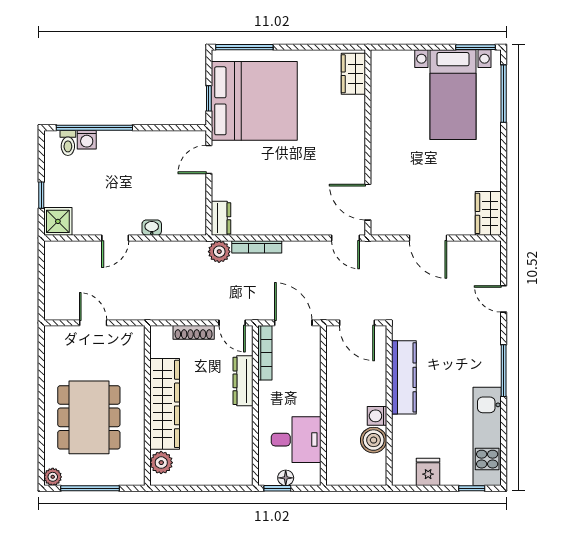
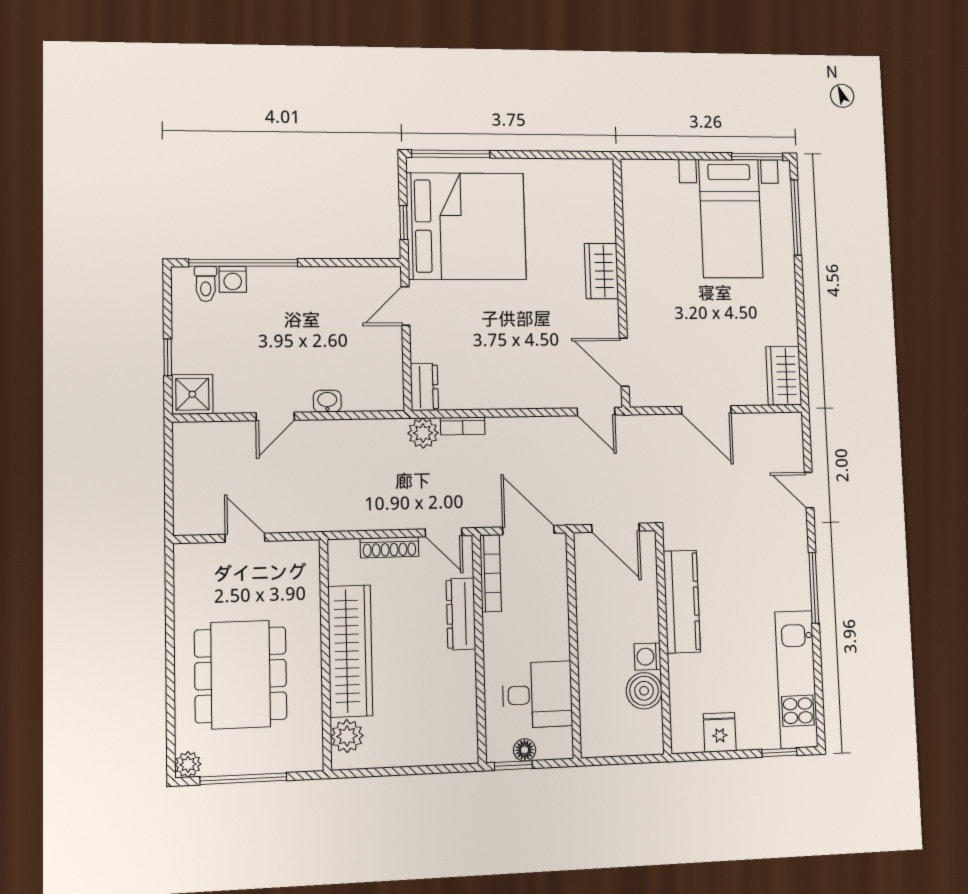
wardrobe: (353, 74) -> (601, 271), moved
bookcase: (257, 247) -> (463, 426), width x0.64

